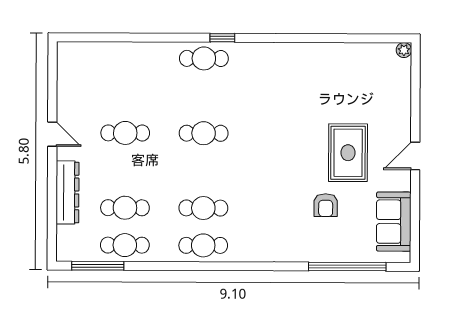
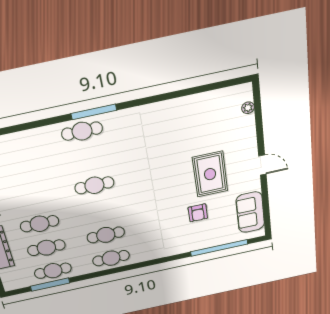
window: (222, 38) -> (94, 112), width x2.17
plant: (404, 50) -> (248, 108), moved
cafe table: (125, 133) -> (40, 224), moved
door: (415, 156) -> (262, 165), swing flipped
window: (98, 266) -> (50, 285), moved

